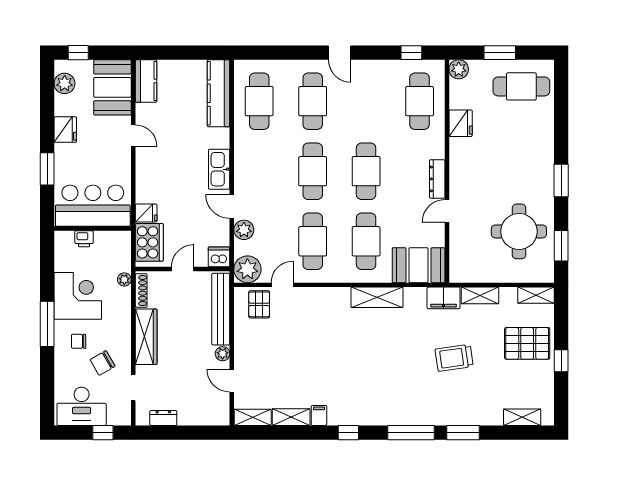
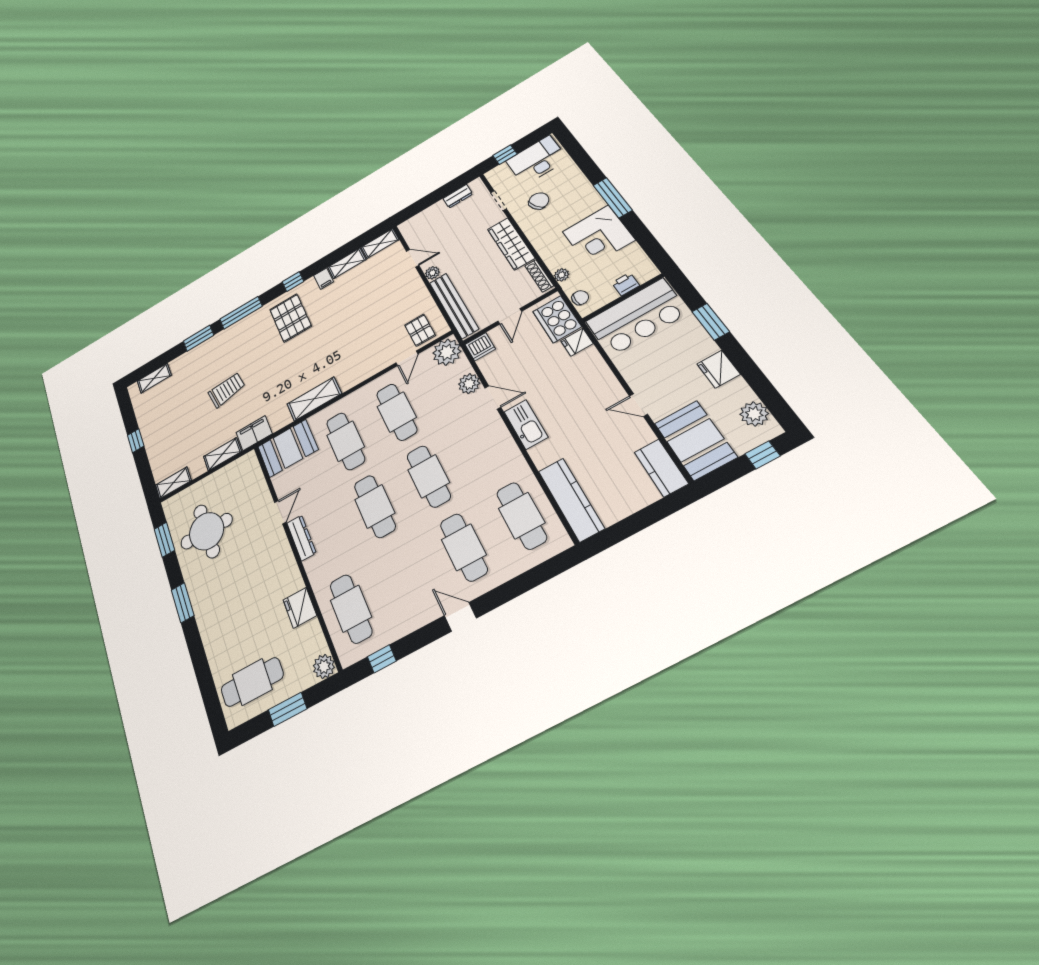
chair: (79, 341) -> (580, 298), moved
pallet: (527, 343) -> (290, 318), moved, turned 90

